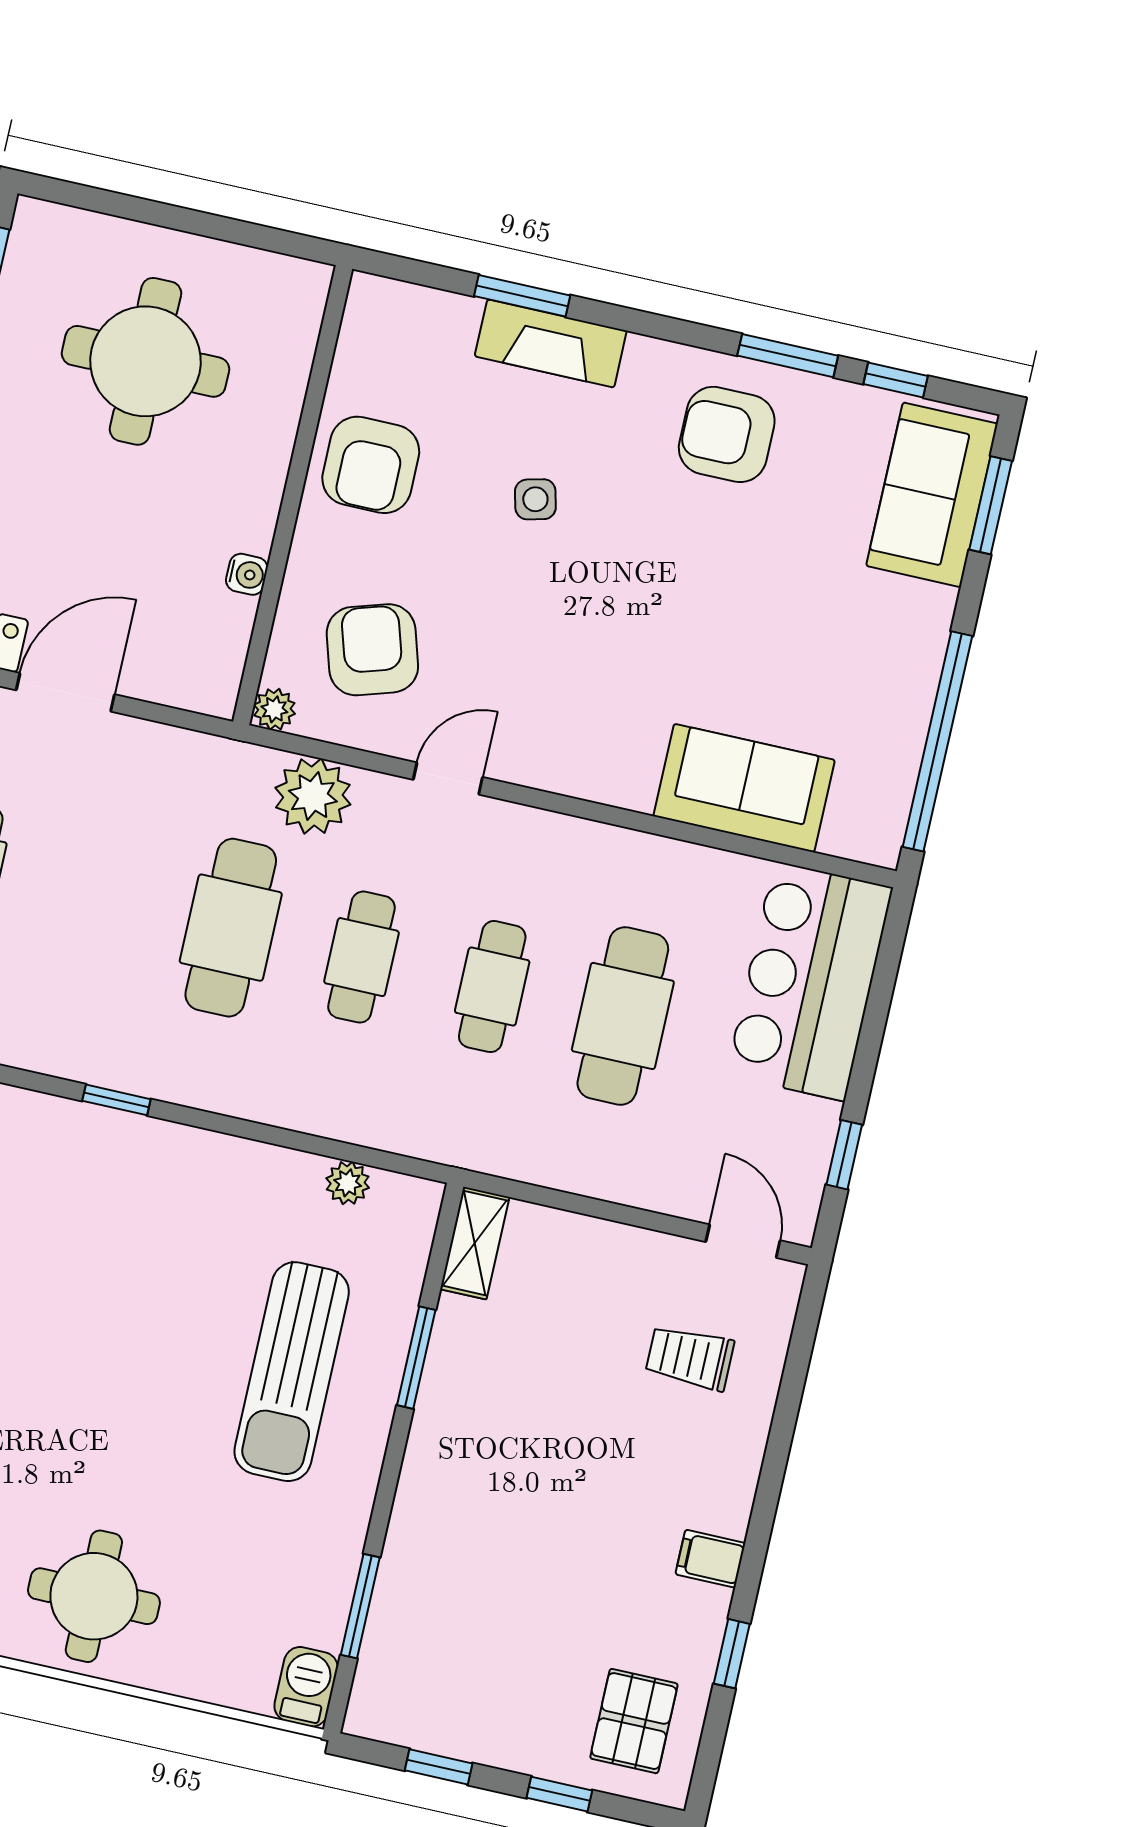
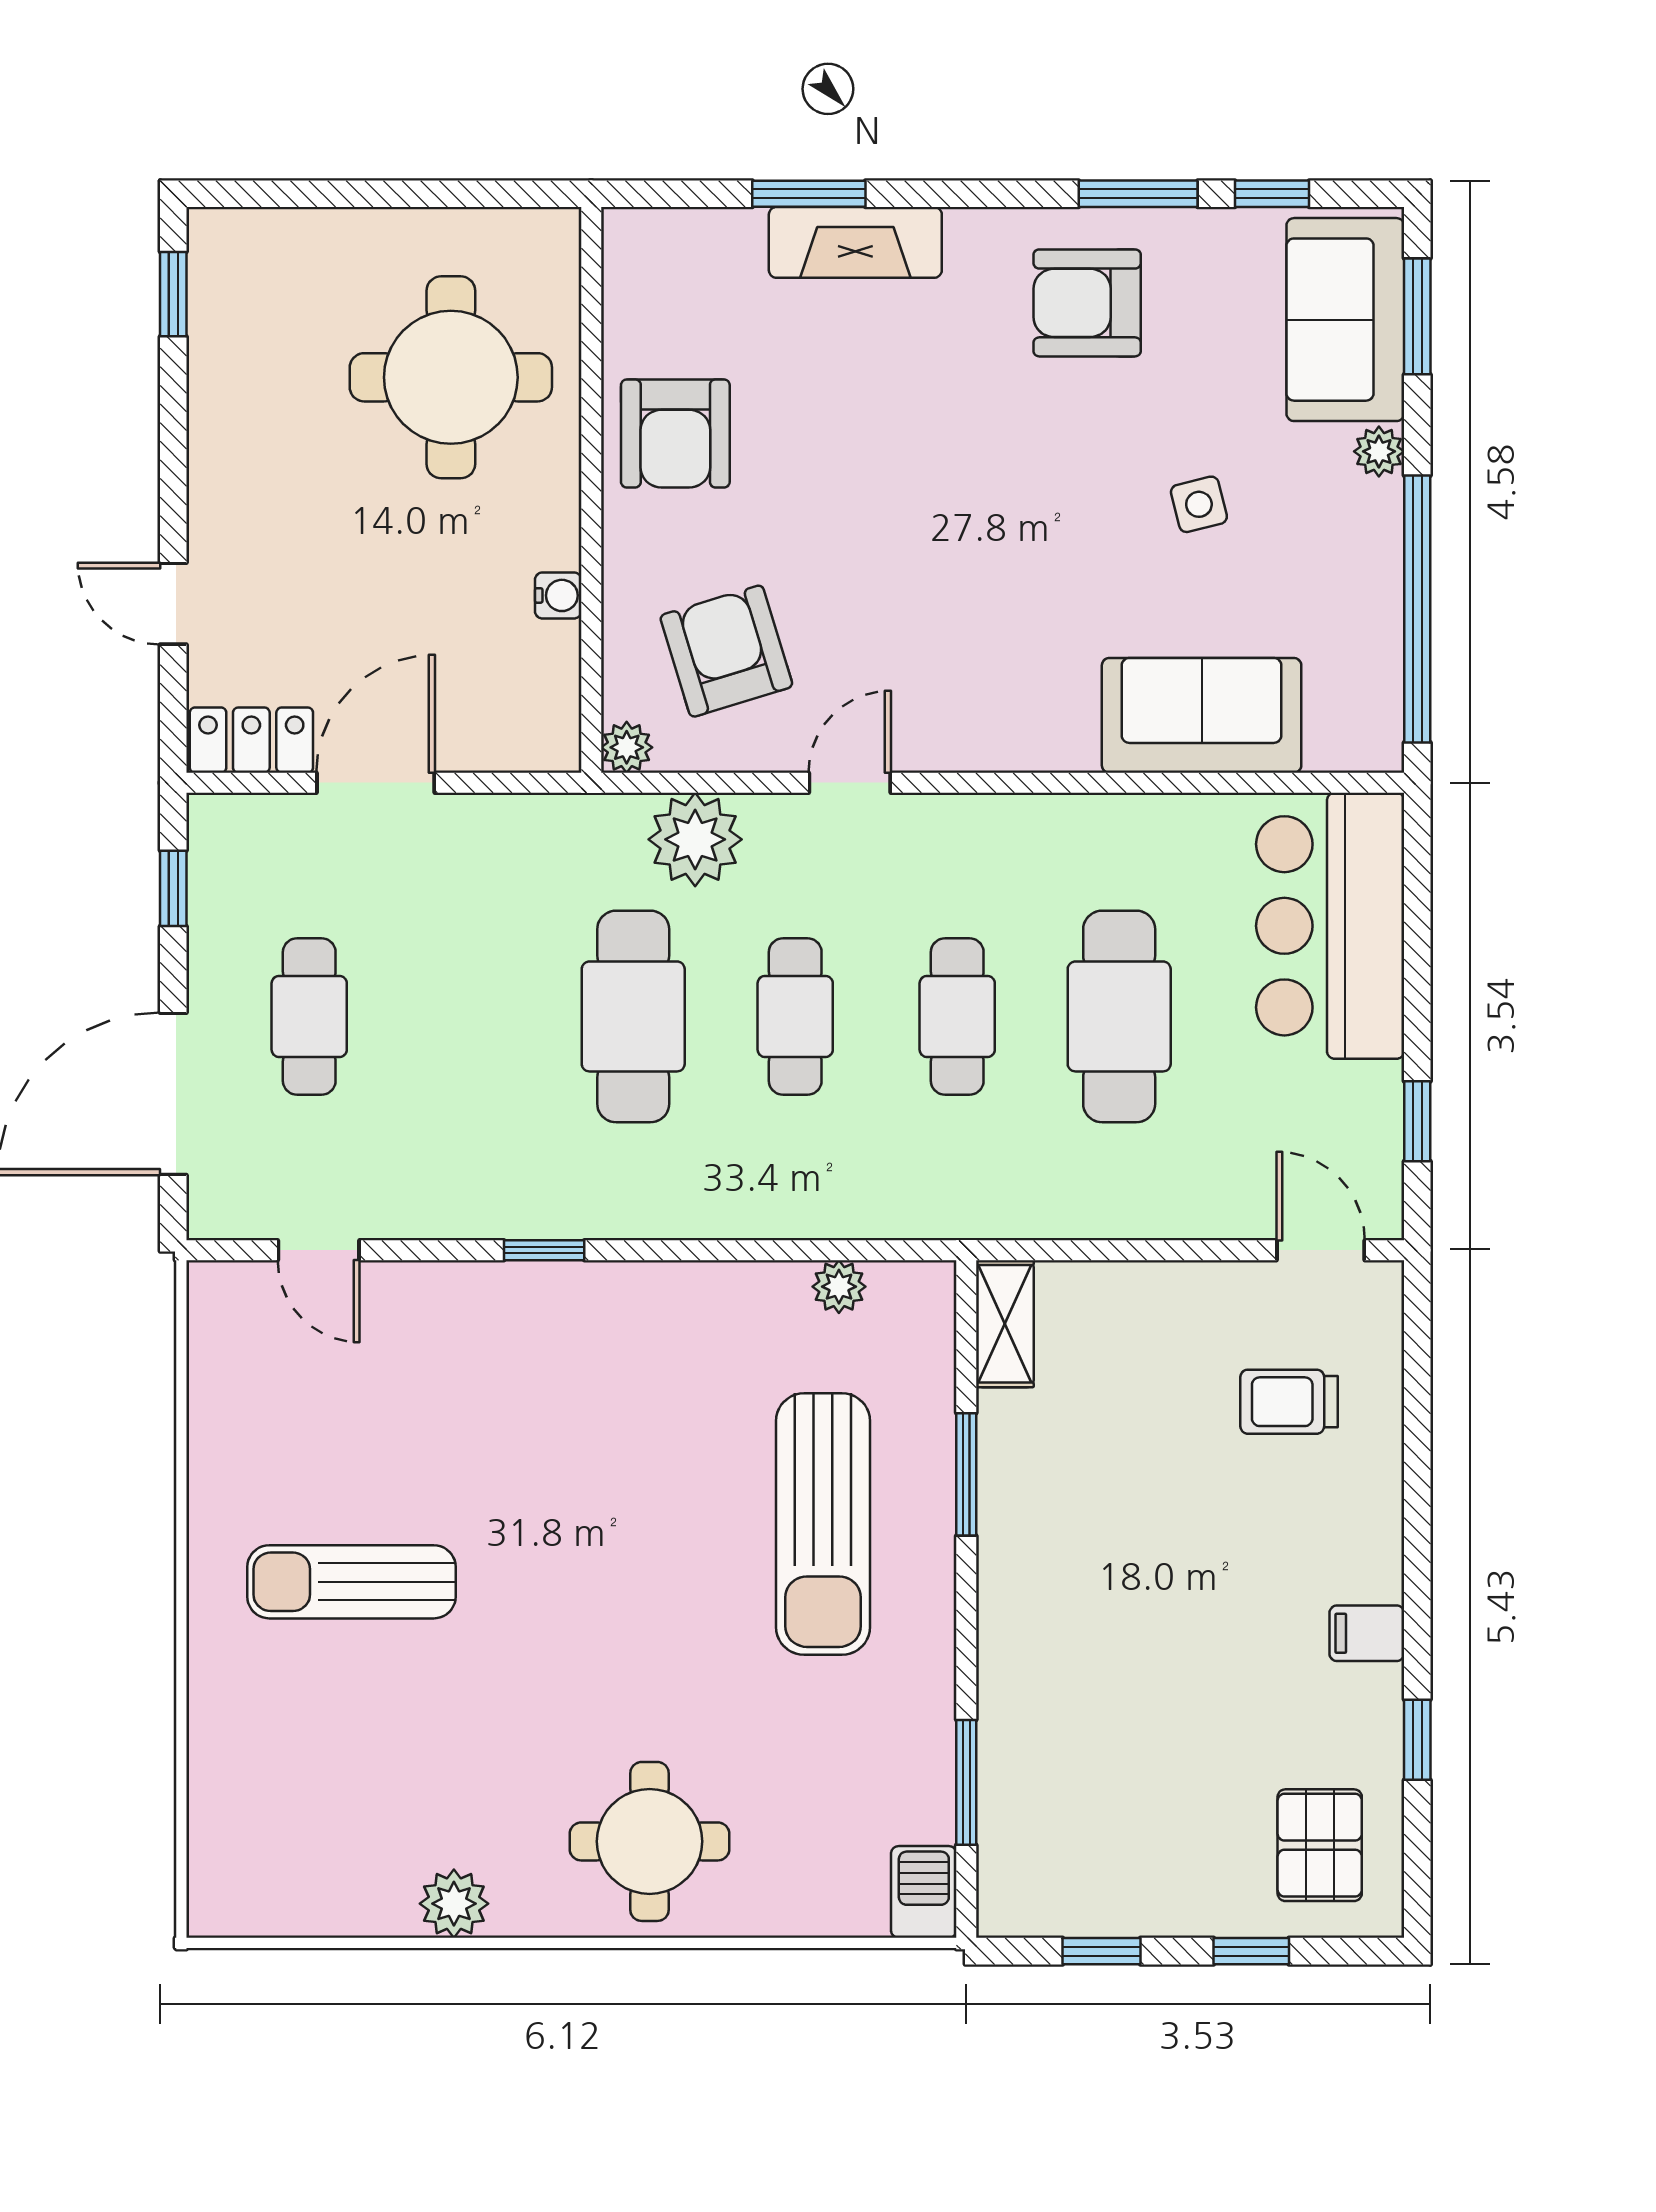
round table: (145, 361) -> (451, 377), moved
side table: (535, 499) -> (1199, 504), moved
plant: (935, 607) -> (1379, 451), added

